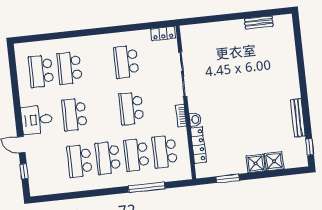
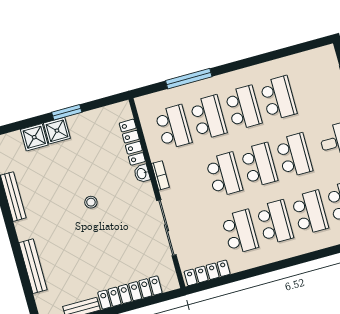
locker: (219, 29) -> (130, 293), added
locker: (163, 34) -> (207, 273), width x1.53
bench: (291, 61) -> (33, 266), added
school desk: (98, 65) -> (275, 222), added
stool: (238, 104) -> (91, 202), added
school desk: (103, 111) -> (259, 165), added
window: (228, 178) -> (67, 112), moved

